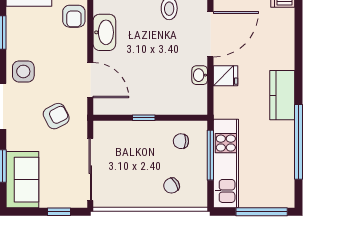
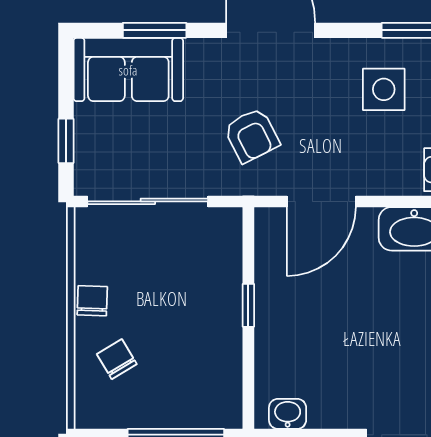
side table: (23, 71) -> (384, 89), moved
washbasin: (200, 75) -> (288, 414), moved
chair: (181, 141) -> (92, 301), moved

